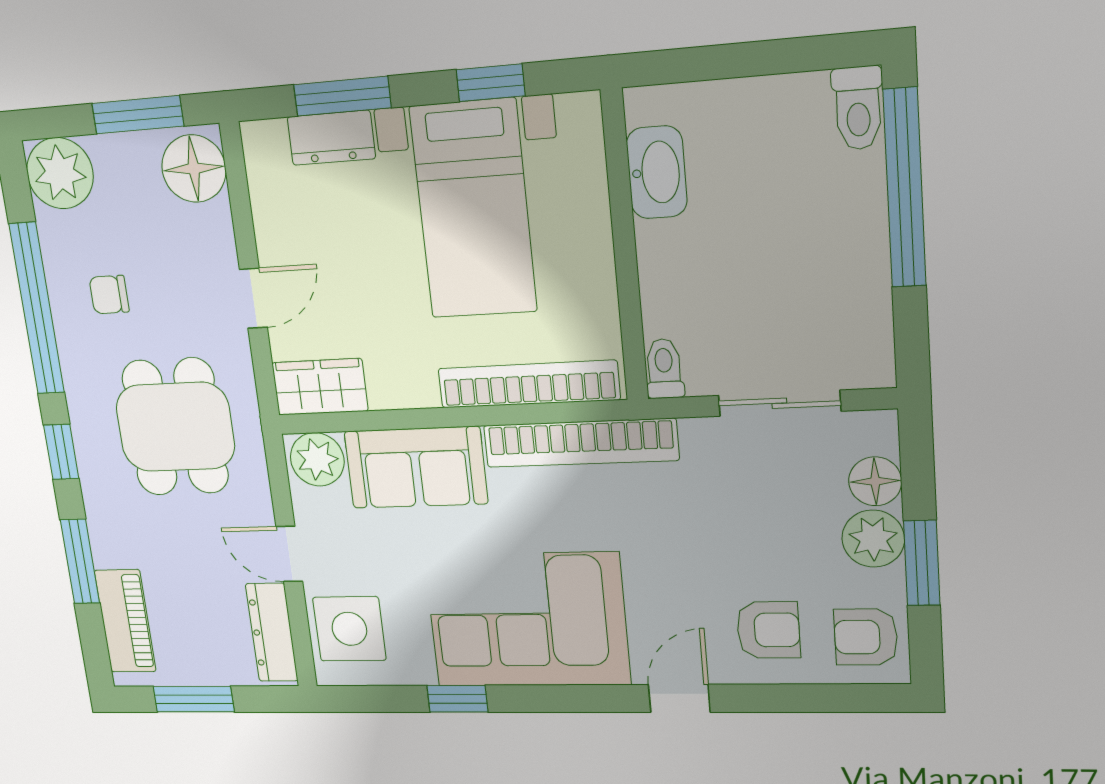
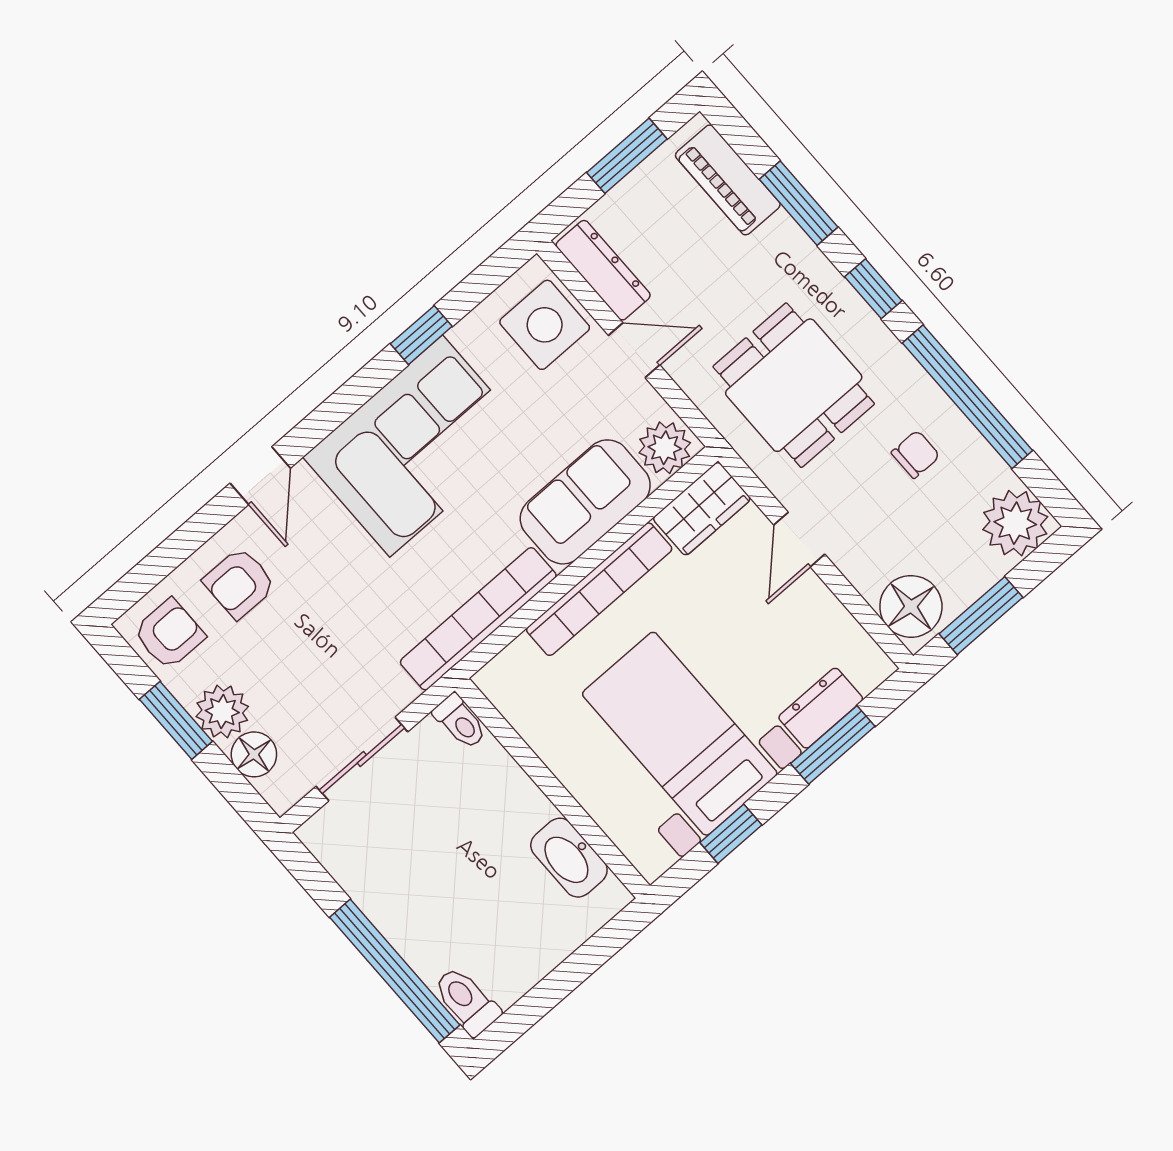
bookcase: (529, 384) -> (599, 589), moved

